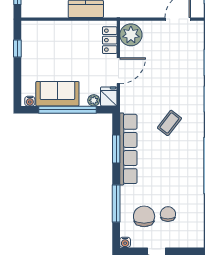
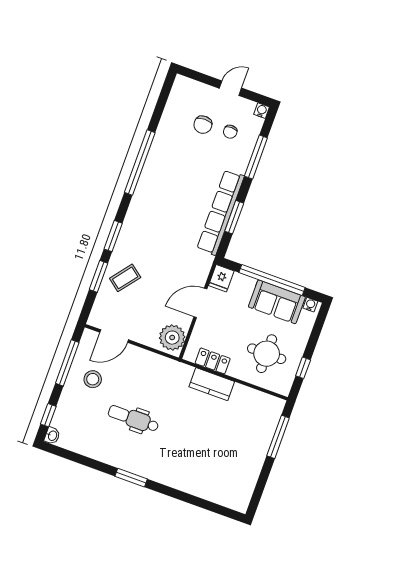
locker: (110, 40) -> (213, 361), moved, turned -90
round table: (51, 49) -> (267, 354), added
plant: (94, 100) -> (239, 280), removed
coffee table: (169, 123) -> (125, 278), moved
chair: (144, 216) -> (230, 132), width x0.54, depth x0.54

